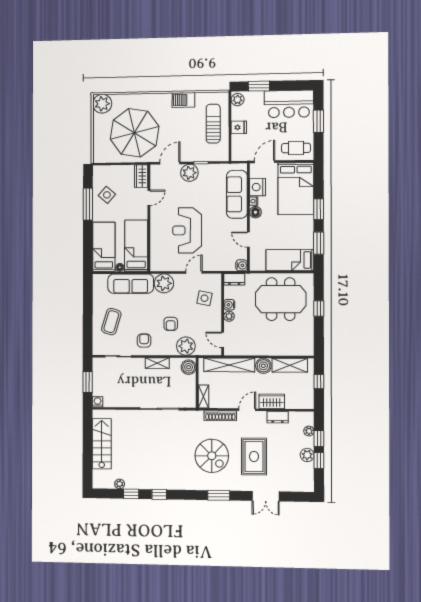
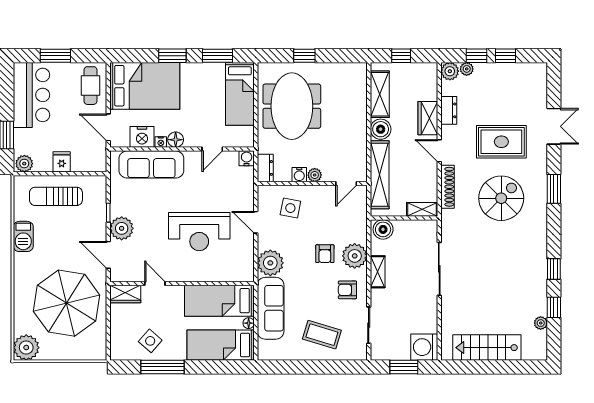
armchair: (171, 324) -> (325, 254), turned 90
plant: (186, 346) -> (355, 256), moved
washing machine: (98, 402) -> (424, 347), width x1.89, depth x1.89
plant: (307, 455) -> (450, 71), moved

